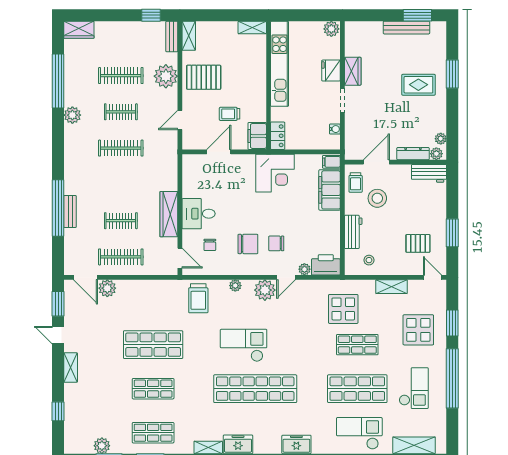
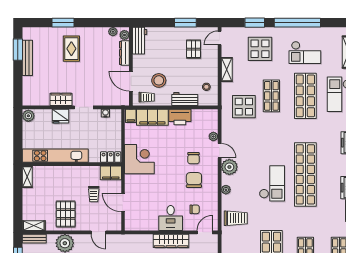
printer: (326, 265) -> (180, 117), moved, turned -90
checkout: (244, 345) -> (272, 183), turned 180
checkout: (414, 388) -> (305, 52), turned 180

